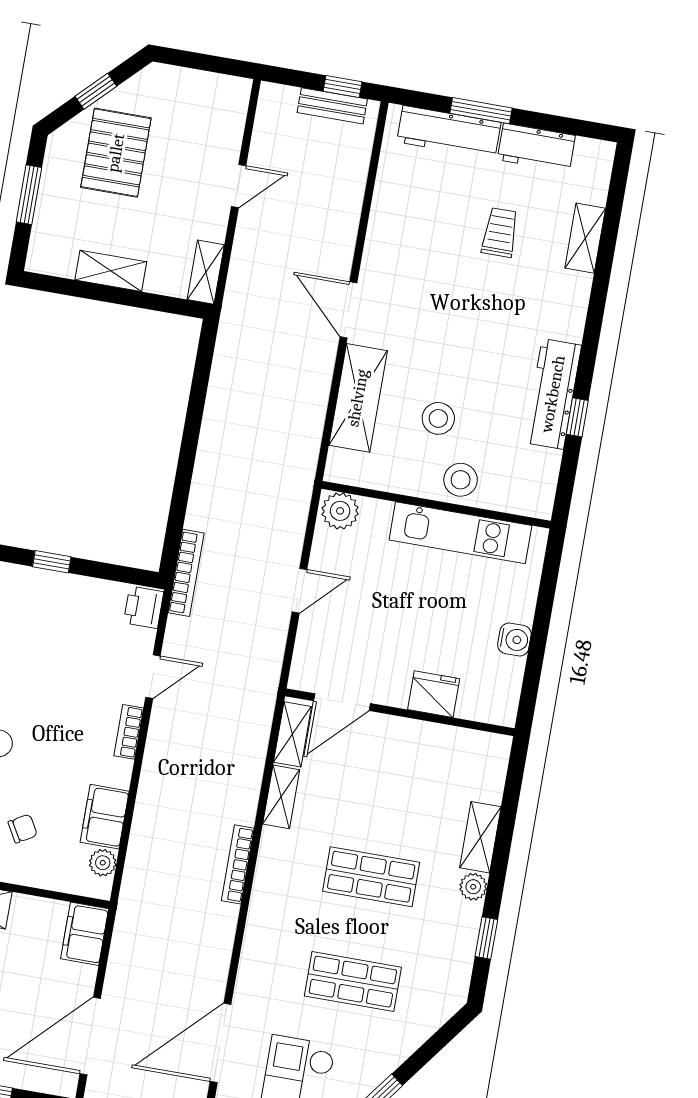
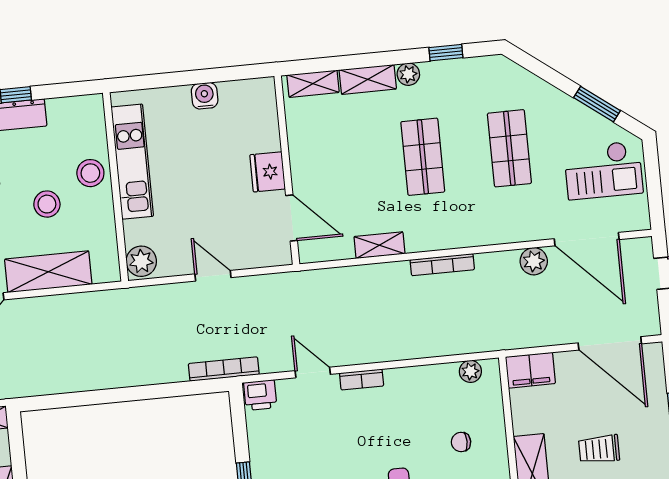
fridge: (434, 694) -> (268, 172), moved
shelving: (292, 734) -> (313, 84), moved
filing cabinet: (105, 817) -> (434, 380), removed
chair: (23, 829) -> (461, 442), turned -60
plant: (212, 973) -> (534, 261), added

